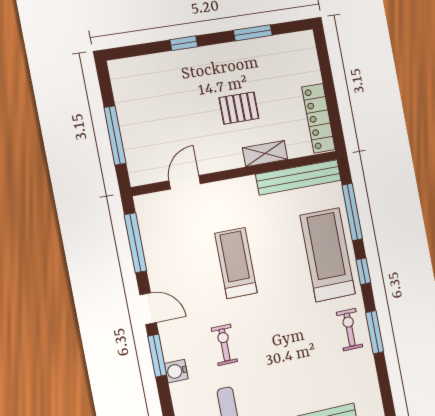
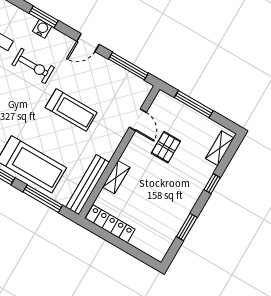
shelving: (139, 66) -> (220, 148), added
pallet: (239, 108) -> (166, 147), moved
exercise bike: (224, 345) -> (33, 66), width x1.38, depth x1.39
window: (157, 356) -> (44, 17), moved

